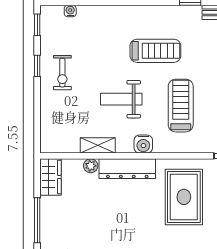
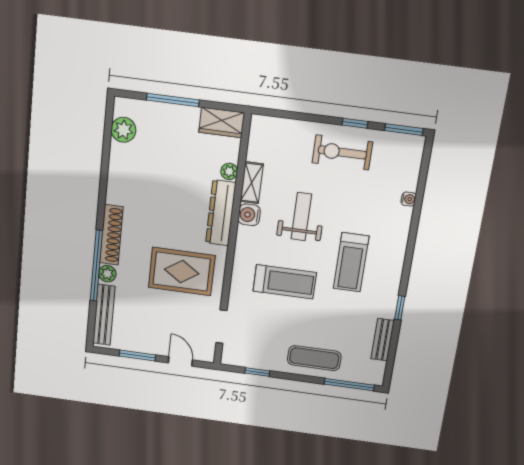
water cooler: (70, 11) -> (409, 199), moved
window: (37, 25) -> (404, 130), width x1.50
exercise bike: (62, 73) -> (342, 152), width x1.38, depth x1.39
water cooler: (143, 144) -> (249, 215), moved

